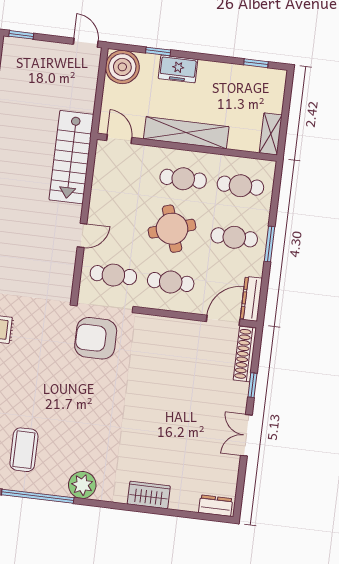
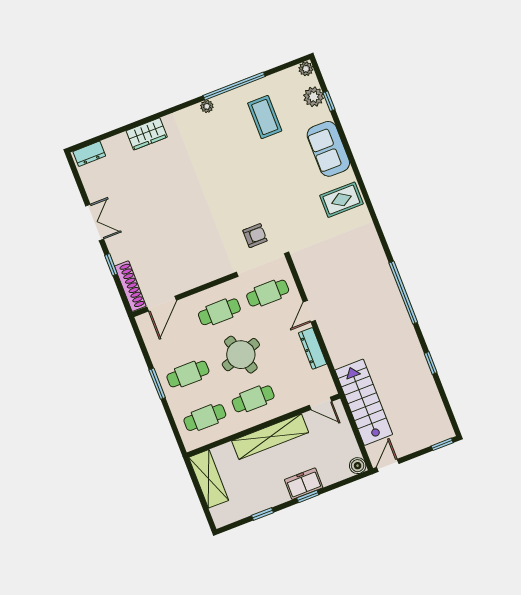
door: (86, 43) -> (388, 465), swing flipped
window: (158, 51) -> (308, 496), moved
window: (256, 63) -> (263, 514), moved
boiler: (122, 67) -> (358, 466), width x0.54, depth x0.54
shelving: (271, 134) -> (209, 479), width x1.50, depth x1.33
stairs: (71, 157) -> (364, 402), moved
dresser: (251, 299) -> (313, 348), moved, turned 180
armchair: (96, 338) -> (255, 236), width x0.53, depth x0.53
plant: (82, 485) -> (207, 106), width x0.53, depth x0.53

